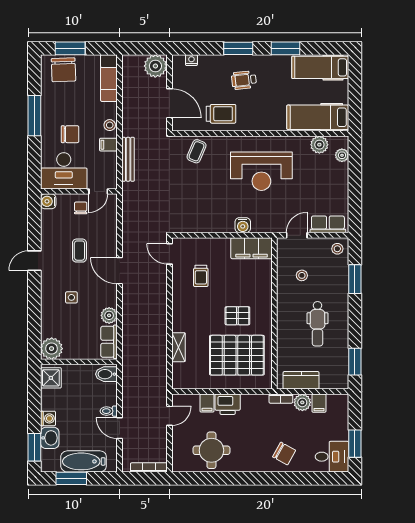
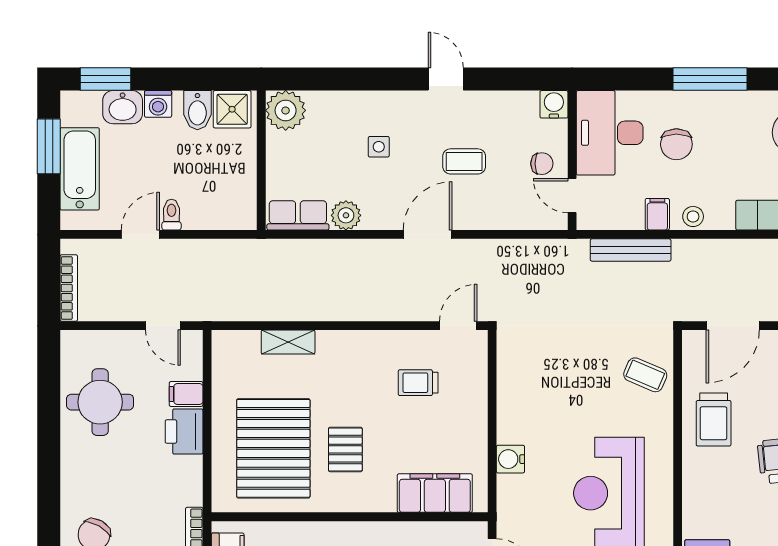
filing cabinet: (251, 248) -> (435, 493), moved, turned 90
bidet: (106, 374) -> (197, 110), moved, turned 180

